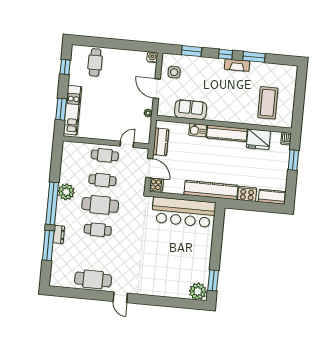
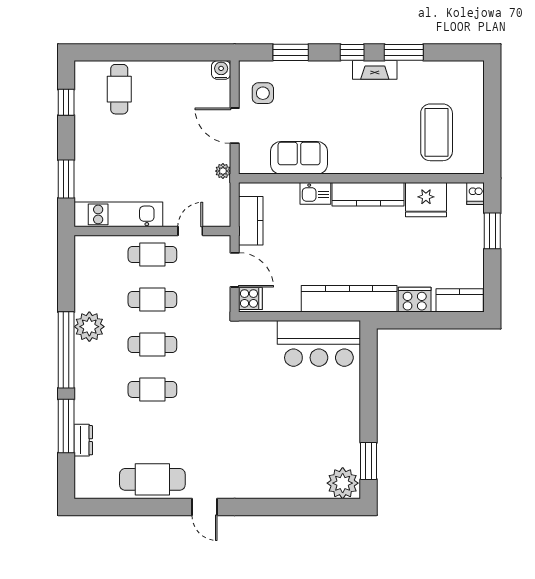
kitchen unit: (72, 110) -> (118, 214), moved, turned -90
cafe table: (100, 205) -> (152, 344), width x0.73, depth x0.74
bar counter: (184, 212) -> (319, 343), width x0.73
dresser: (59, 234) -> (83, 440), moved

